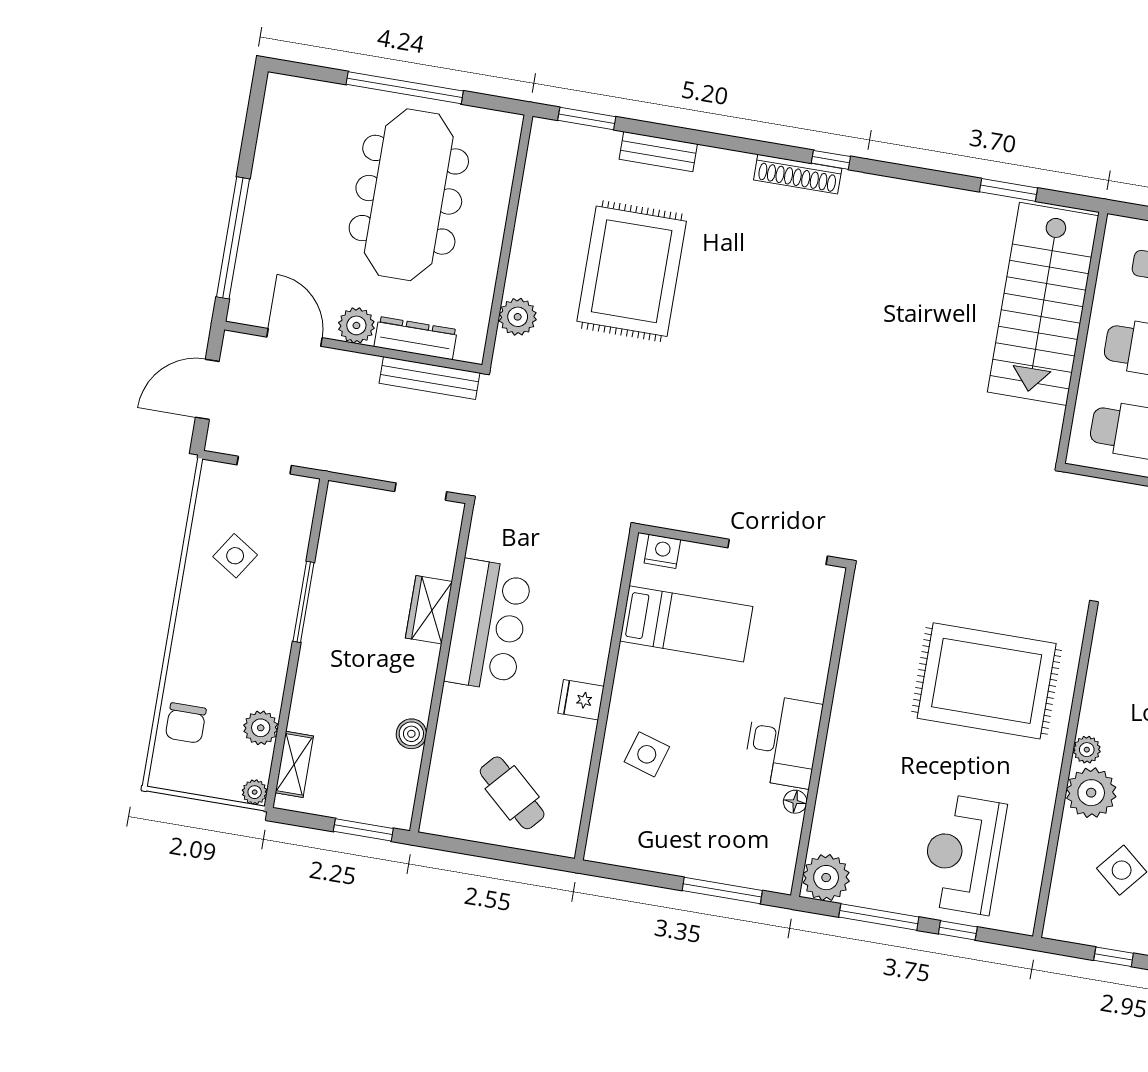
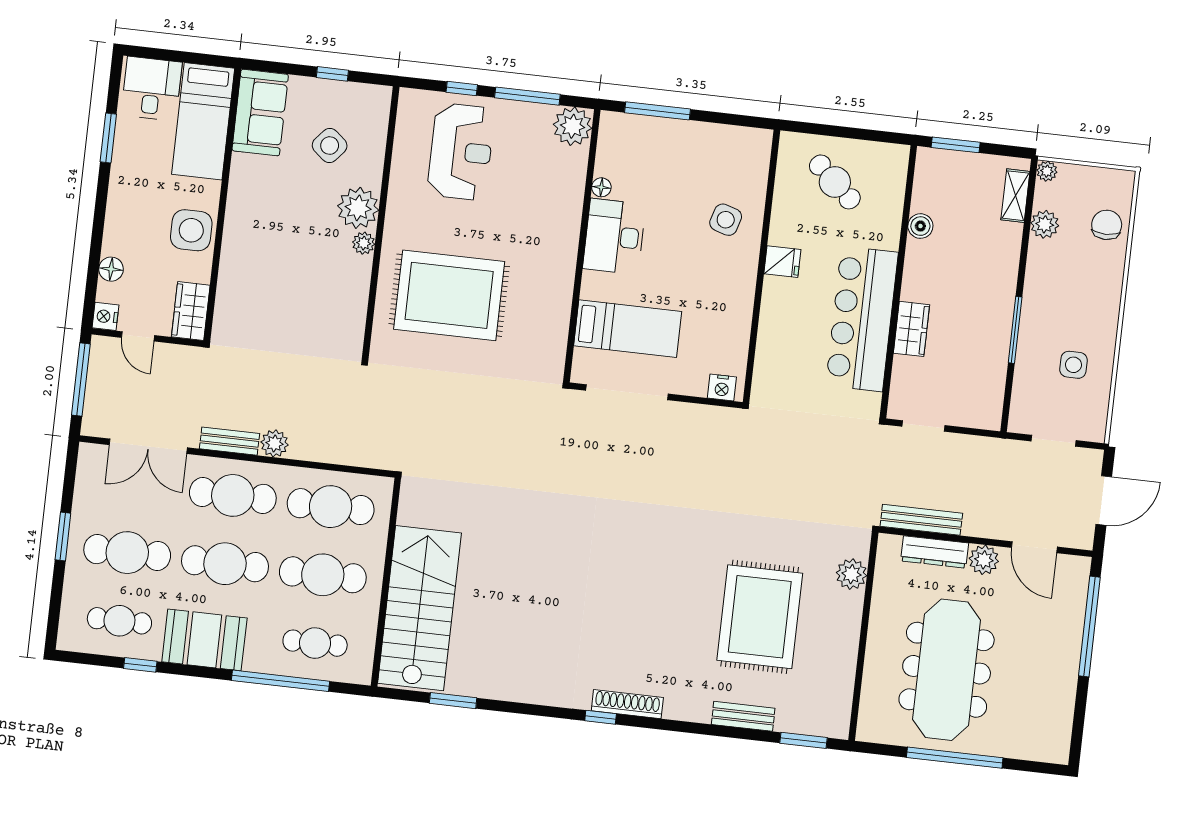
side table: (235, 556) -> (1073, 365), turned -33
bed: (686, 624) -> (628, 329), moved, turned 180
bar counter: (488, 625) -> (862, 319), width x1.36

